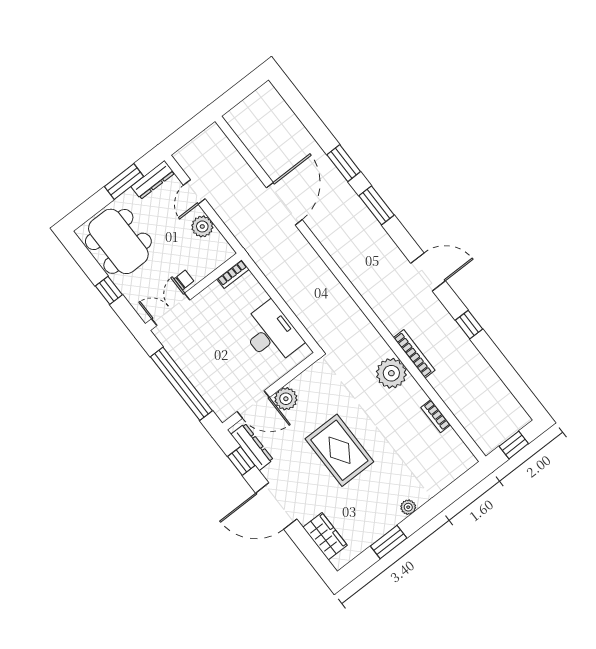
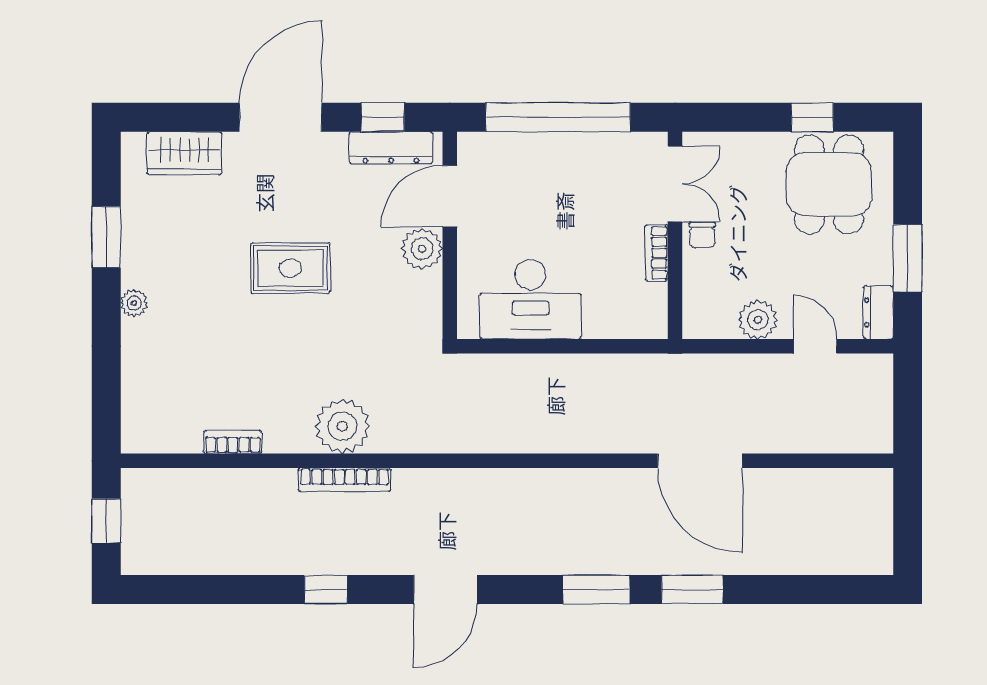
dresser: (153, 180) -> (878, 312), width x0.70
dining table: (118, 241) -> (829, 184), width x0.73
bookcase: (233, 274) -> (657, 253), moved
window: (109, 290) -> (812, 117), moved
rug: (339, 450) -> (290, 268), width x0.73, depth x0.70

